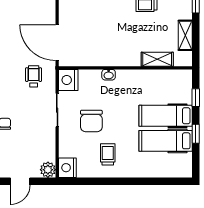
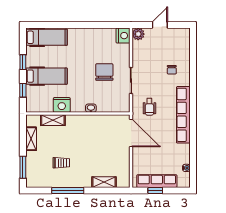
nightstand: (68, 80) -> (62, 105), moved, turned 90
hospital bed: (166, 141) -> (46, 37), moved
trolley: (108, 154) -> (92, 46), removed

